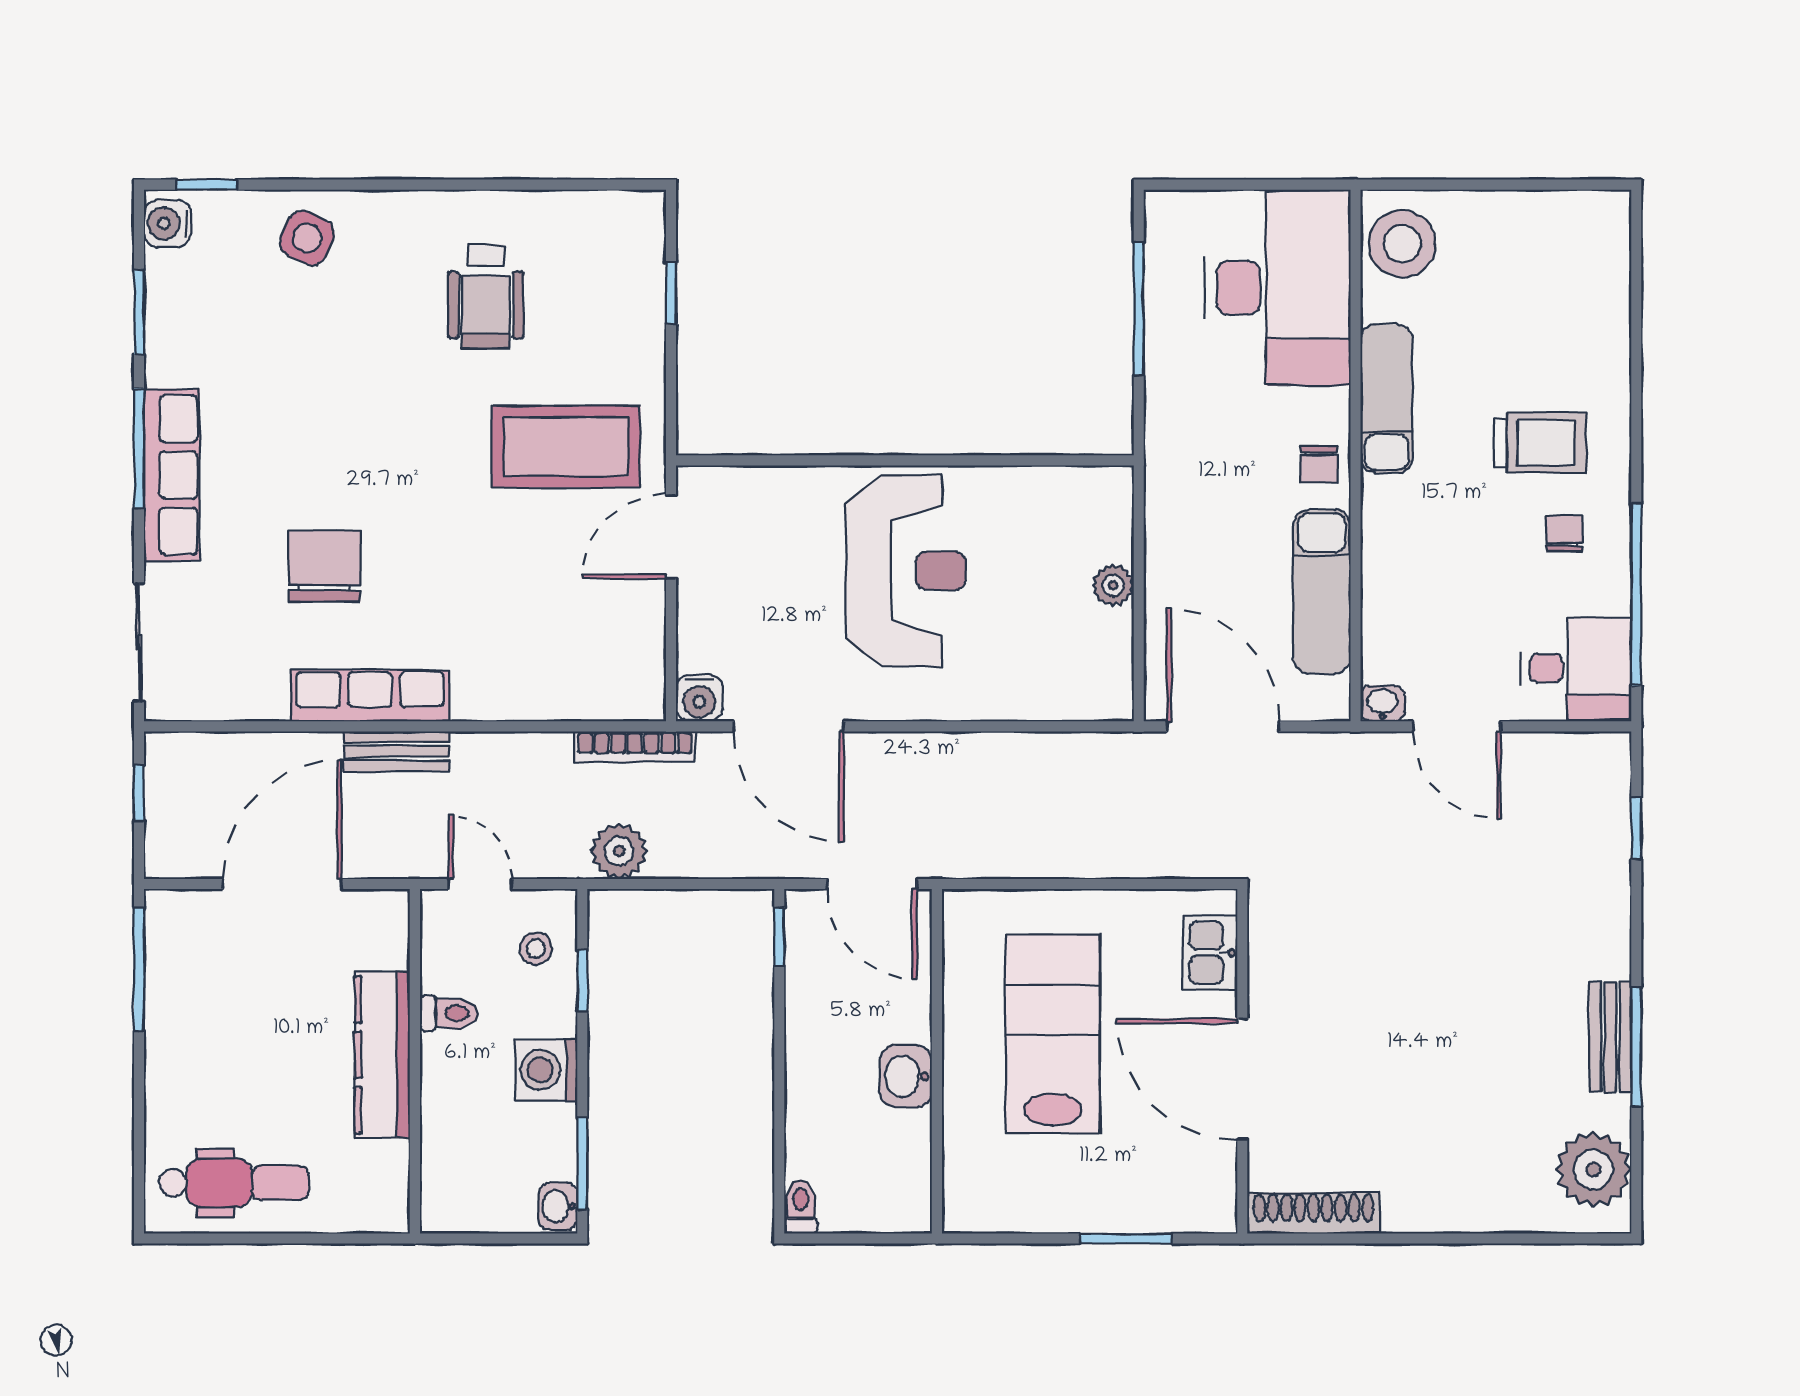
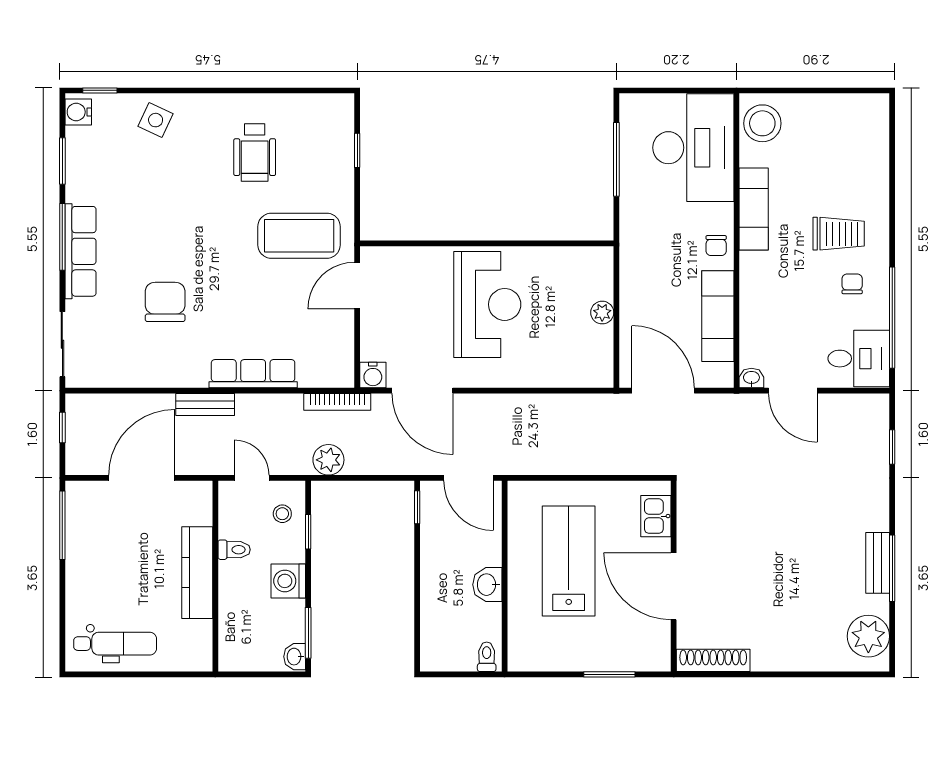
row of seats: (370, 696) -> (253, 374), moved
toilet: (801, 1207) -> (487, 657), moved

